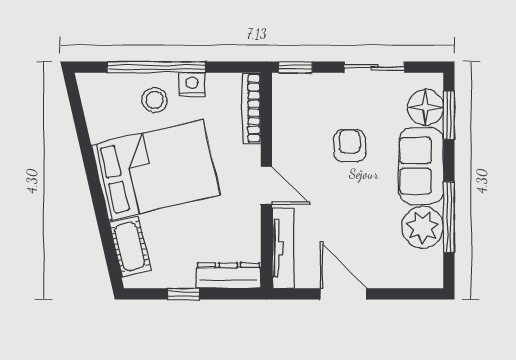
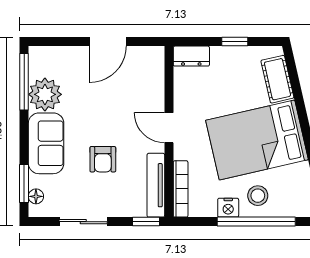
floor lamp: (426, 107) -> (36, 196), width x0.53, depth x0.53
window: (449, 217) -> (24, 82), moved
tv unit: (283, 248) -> (156, 185), moved
dresser: (228, 276) -> (191, 56), width x0.70
door: (343, 294) -> (108, 42), hinge flipped

